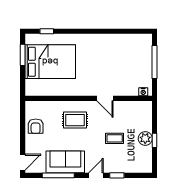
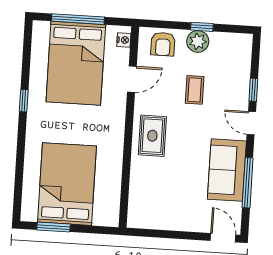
window: (47, 31) -> (24, 101), moved
bed: (127, 62) -> (76, 63), added
door: (105, 98) -> (132, 79), moved
rug: (75, 120) -> (152, 136), moved
armchair: (36, 126) -> (163, 44), moved, turned 90

